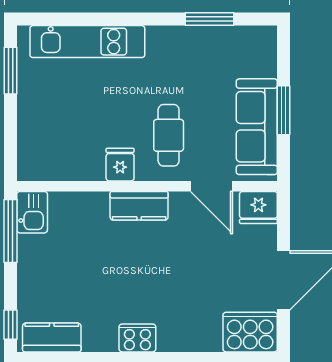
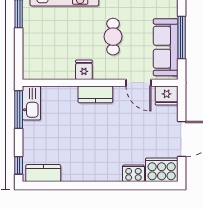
window: (284, 110) -> (182, 37), width x1.44
cafe table: (169, 135) -> (113, 37), moved
kitchen sink: (32, 212) -> (31, 103), width x1.38
cooker: (137, 338) -> (133, 173), moved

